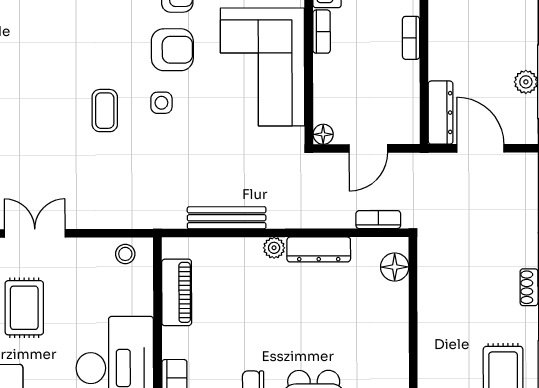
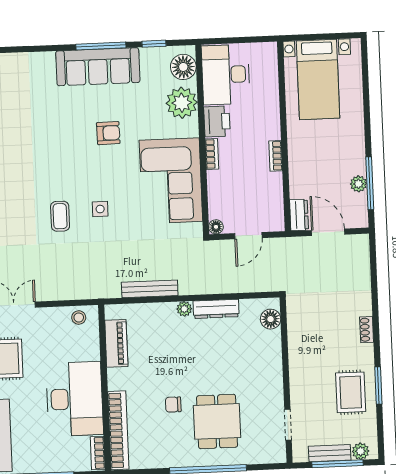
armchair: (172, 50) -> (106, 171), removed
dresser: (441, 113) -> (299, 215), width x0.70
bookcase: (378, 220) -> (258, 286), removed

